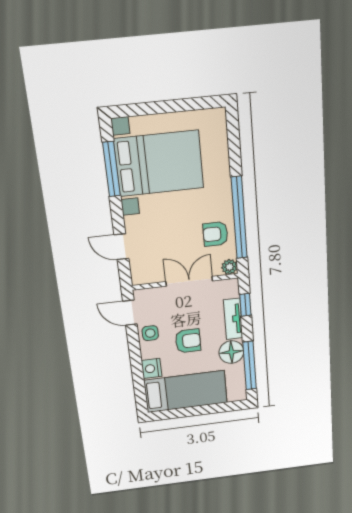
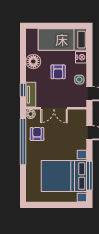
armchair: (215, 234) -> (37, 134), turned -90
tv unit: (233, 319) -> (31, 95), moved
armchair: (188, 341) -> (58, 72), turned -90
window: (250, 366) -> (23, 51), removed

